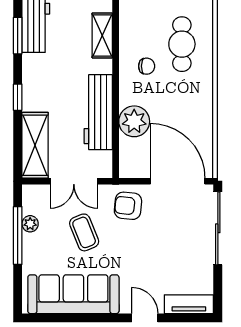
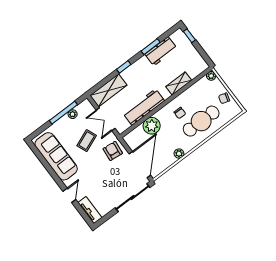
cafe table: (182, 44) -> (201, 121), width x1.37, depth x1.35
plant: (205, 112) -> (179, 154), added

